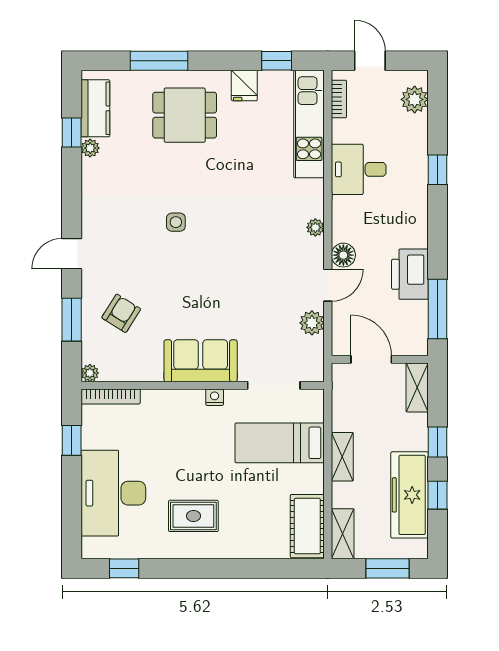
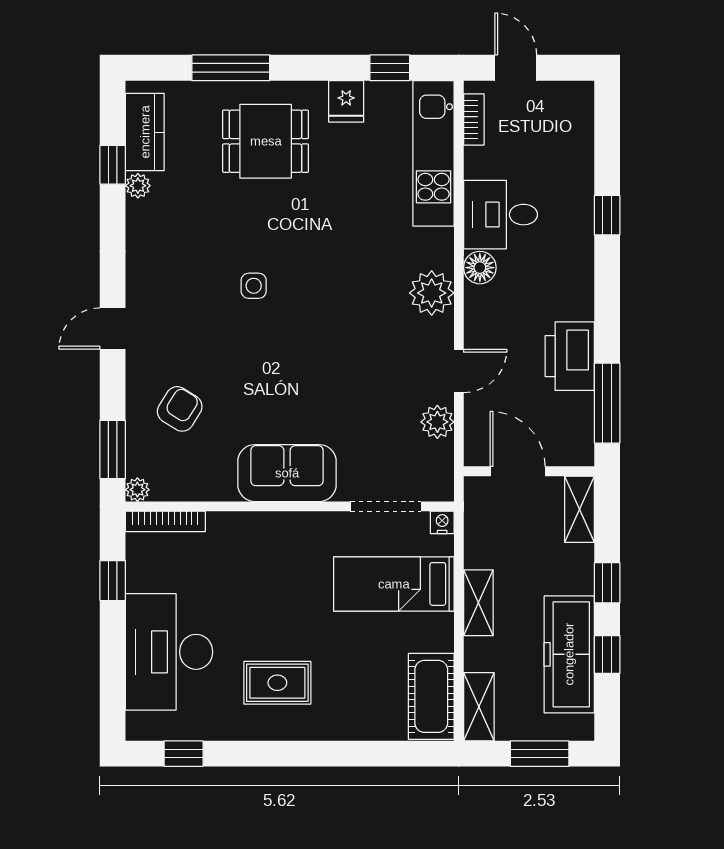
plant: (415, 99) -> (576, 120), removed
plant: (315, 227) -> (432, 293), width x1.88, depth x1.88
floor lamp: (343, 255) -> (480, 268), moved
window: (72, 320) -> (113, 449), moved
nightstand: (215, 397) -> (442, 522), moved

